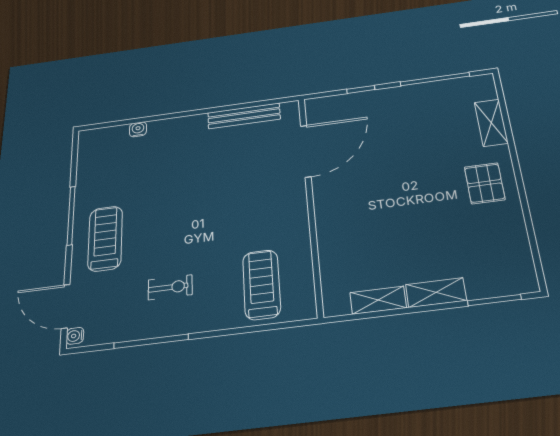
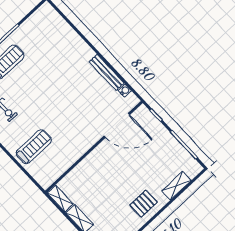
water cooler: (138, 129) -> (125, 91), moved
door: (306, 151) -> (117, 125), moved
wall: (310, 202) -> (94, 147), moved

